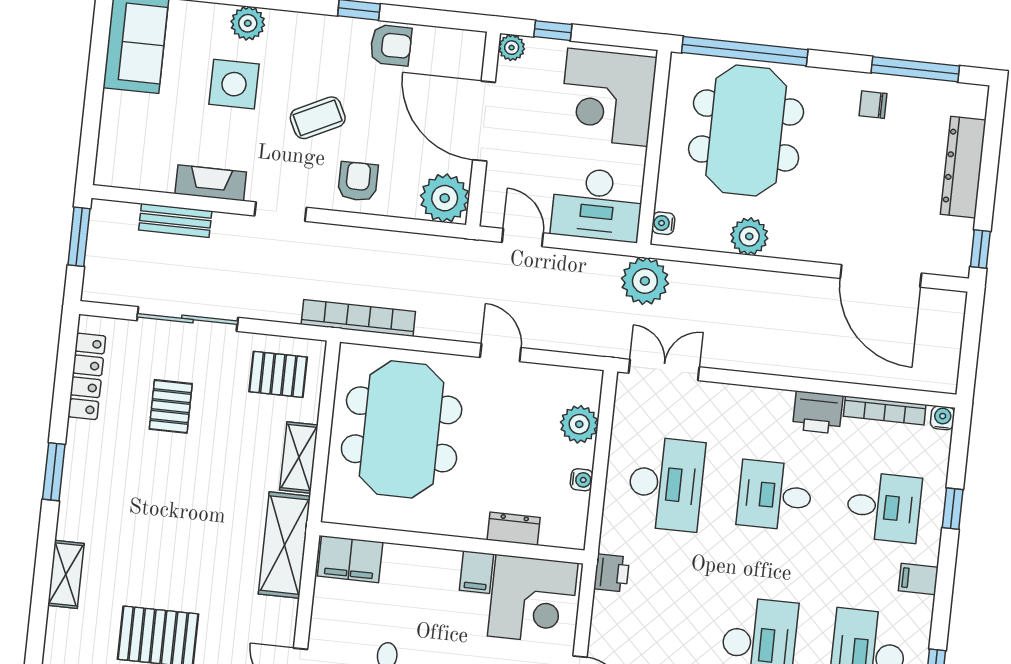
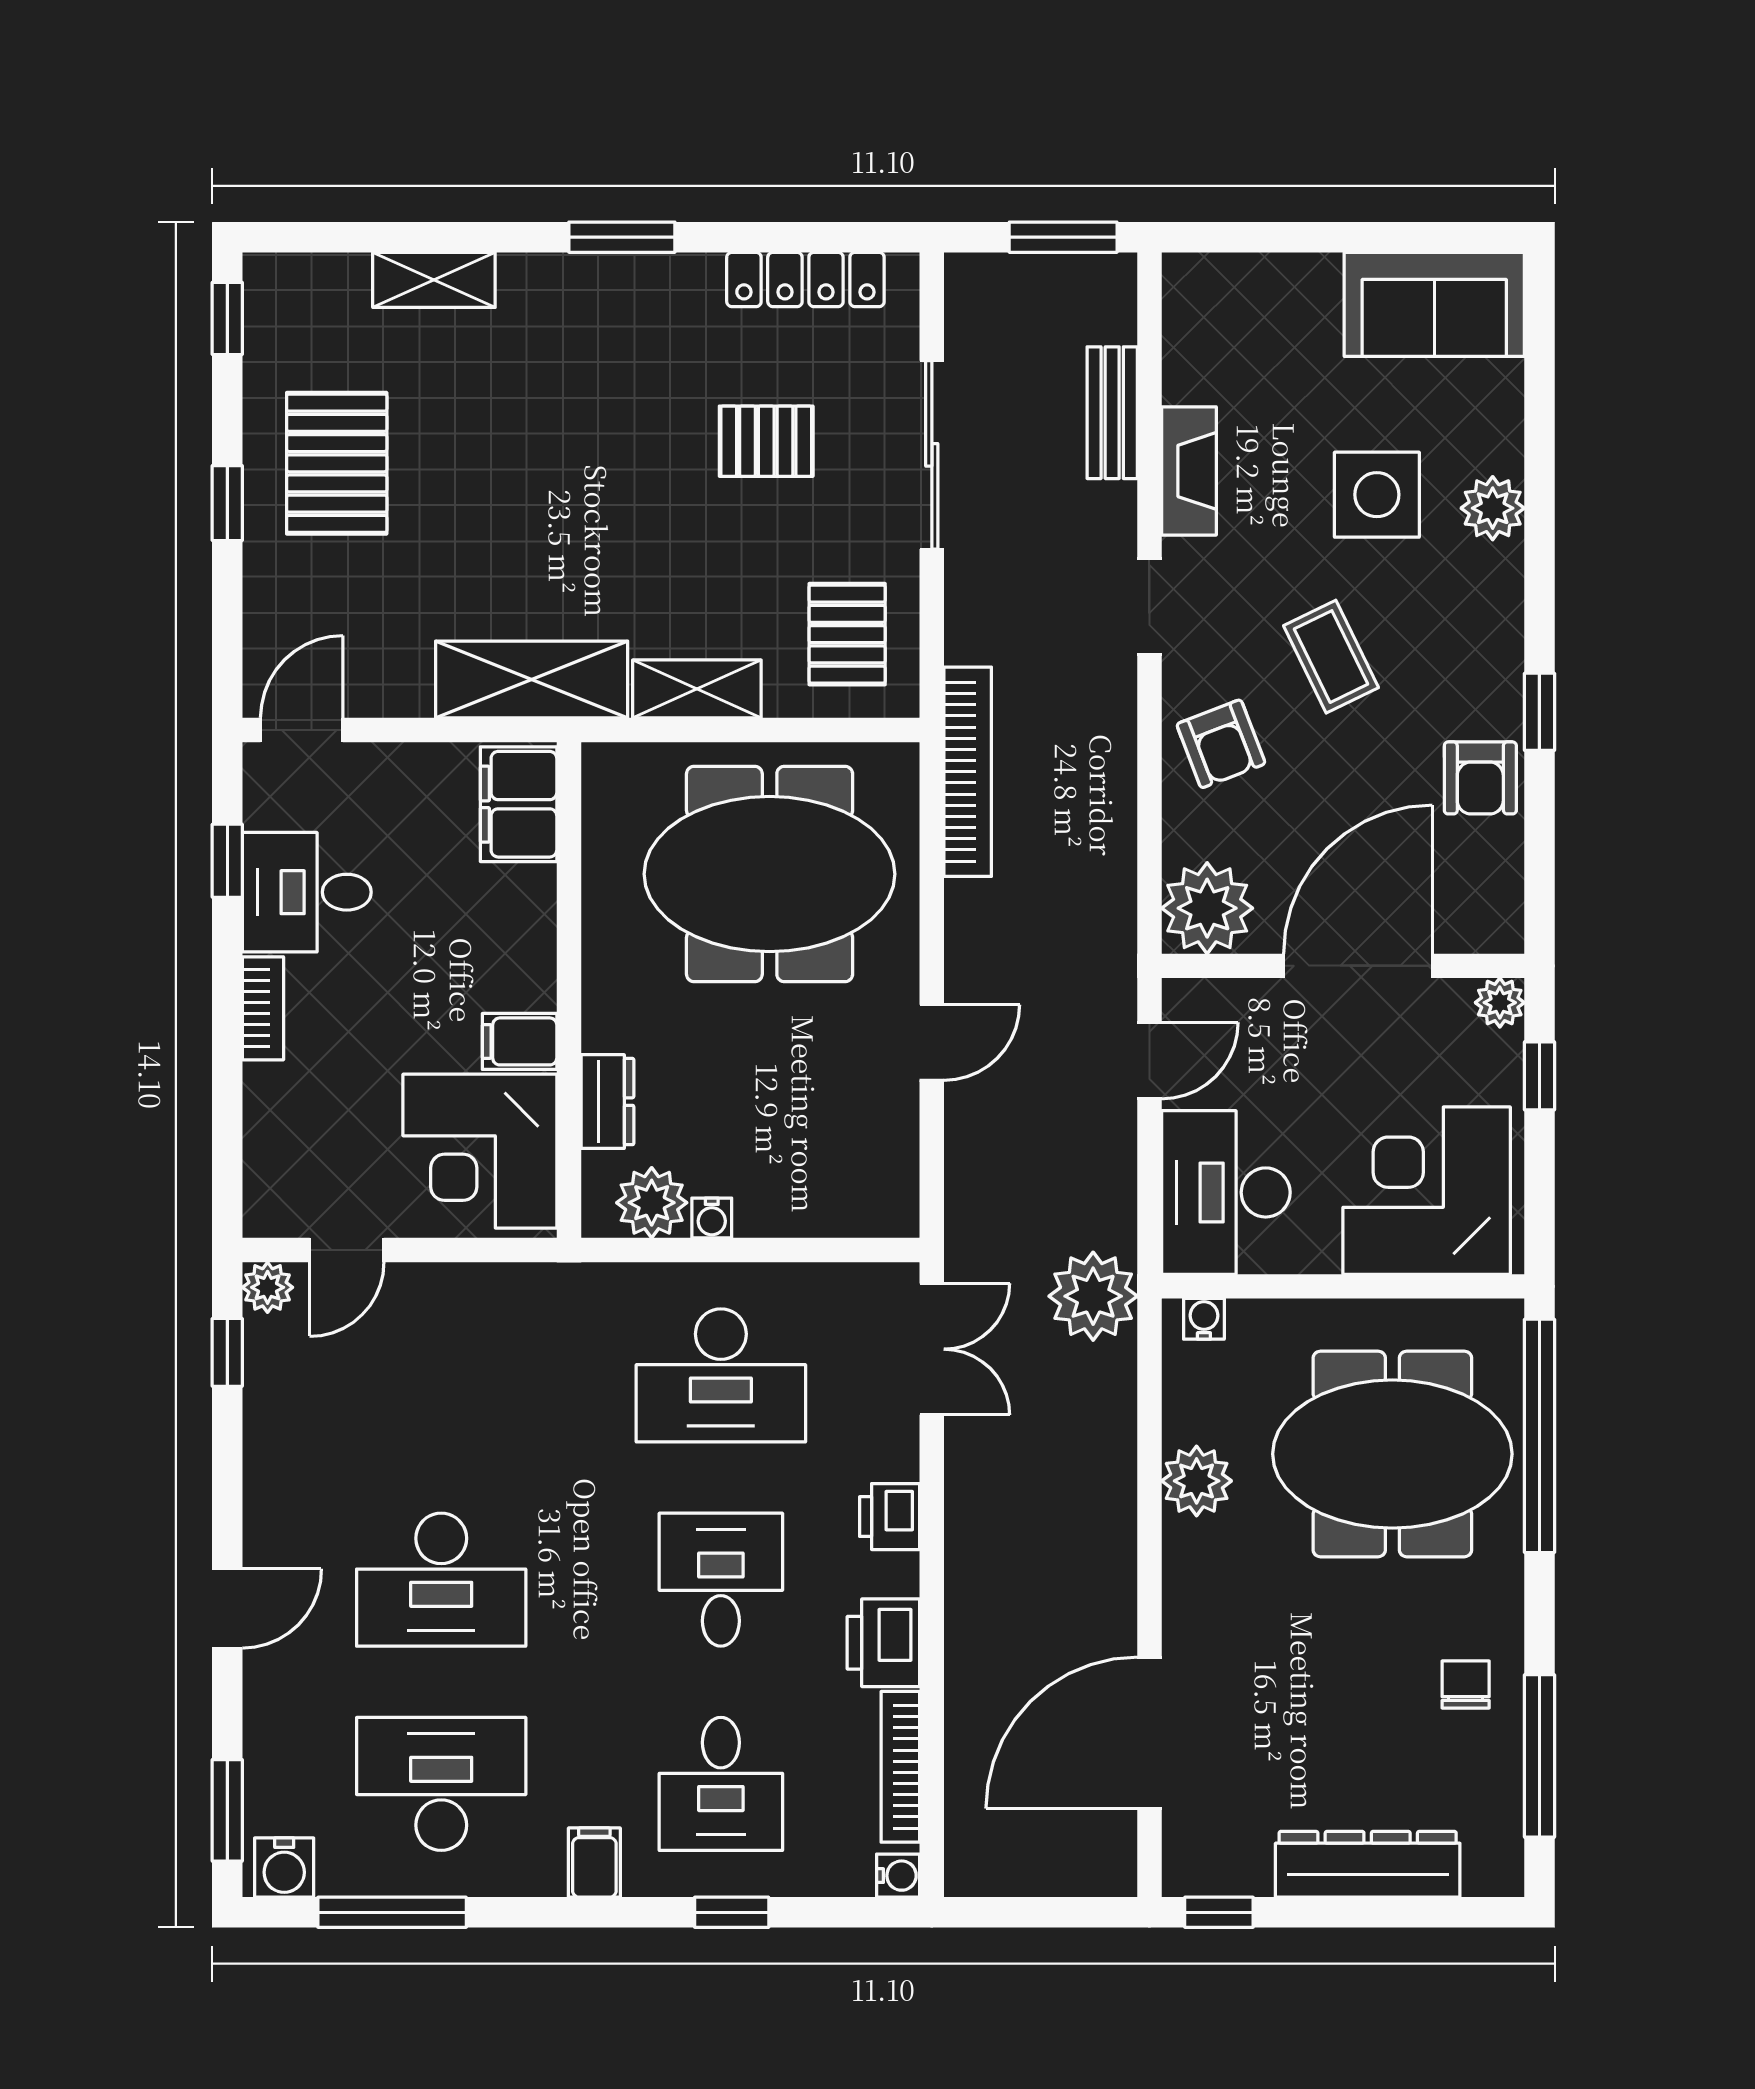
armchair: (358, 181) -> (1221, 744), turned 69
plant: (579, 424) -> (652, 1203), moved
printer: (612, 573) -> (890, 1517), moved, turned 90

